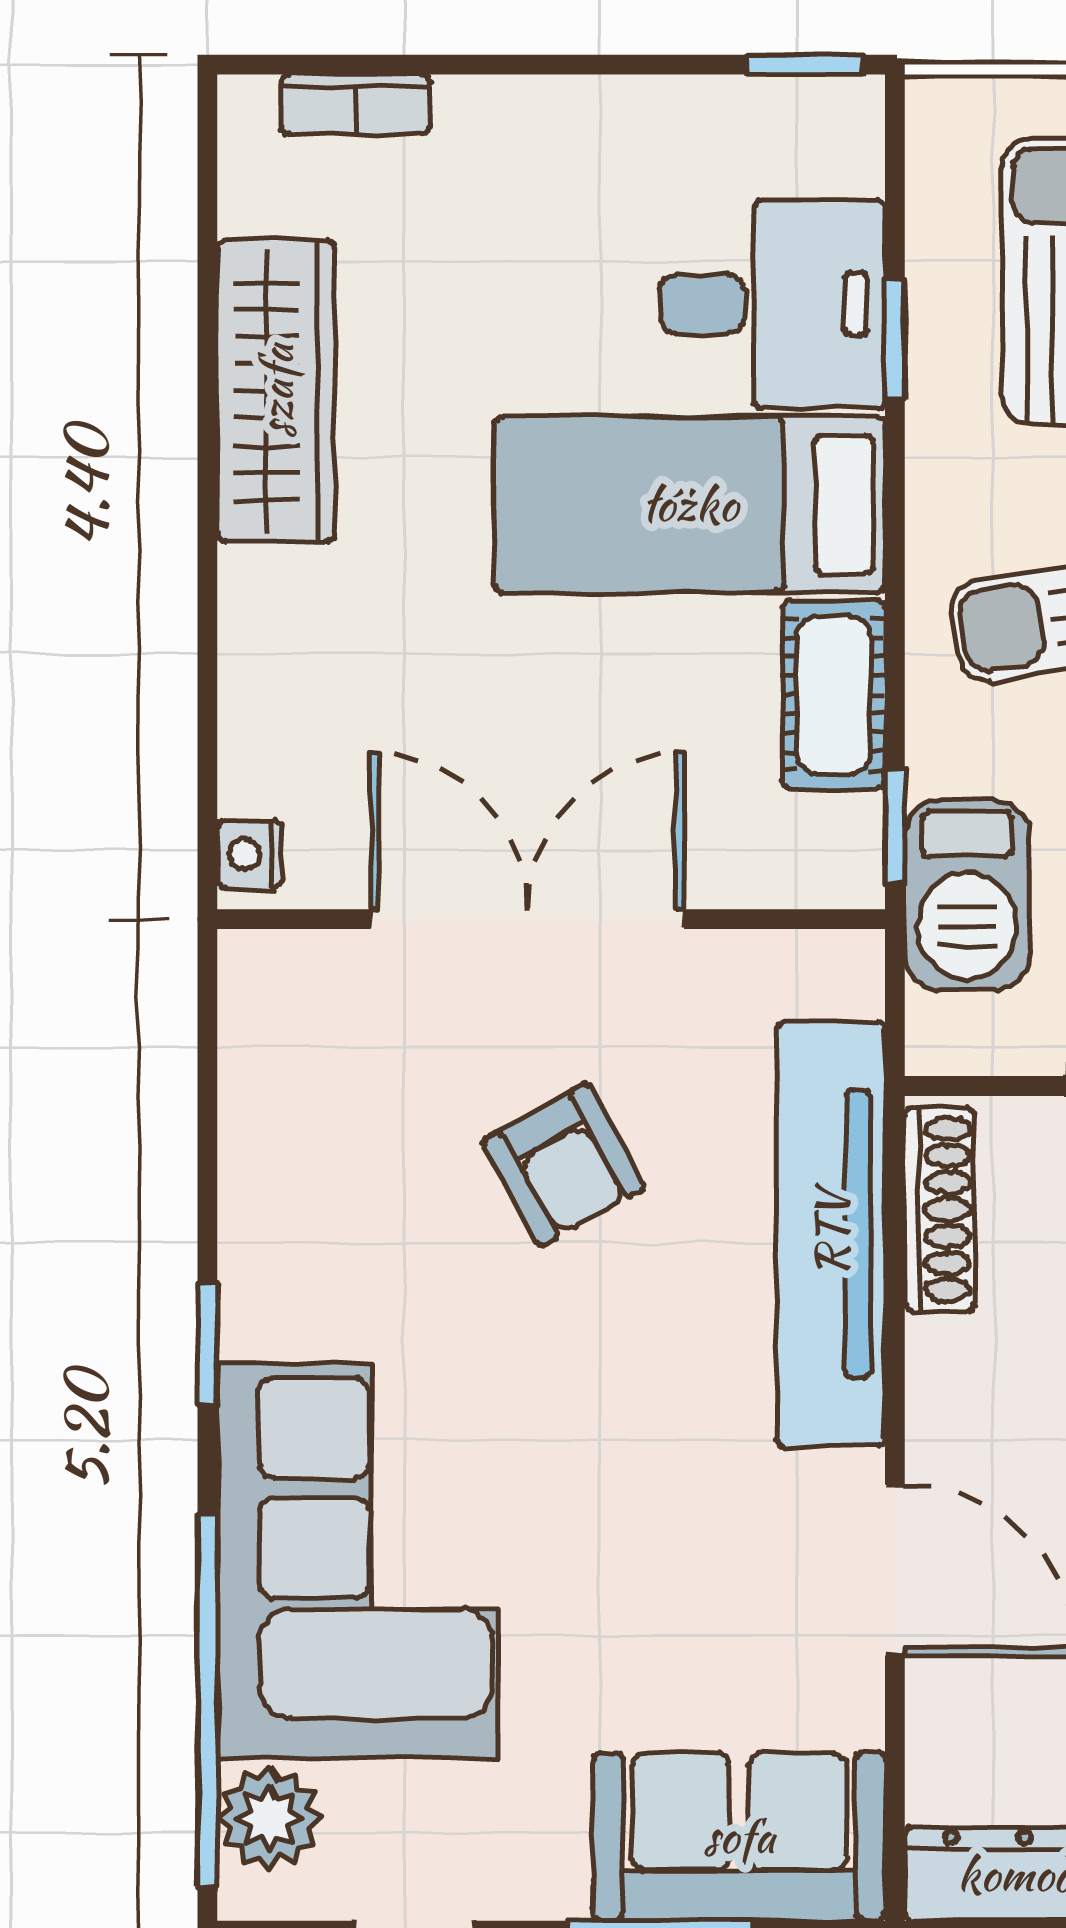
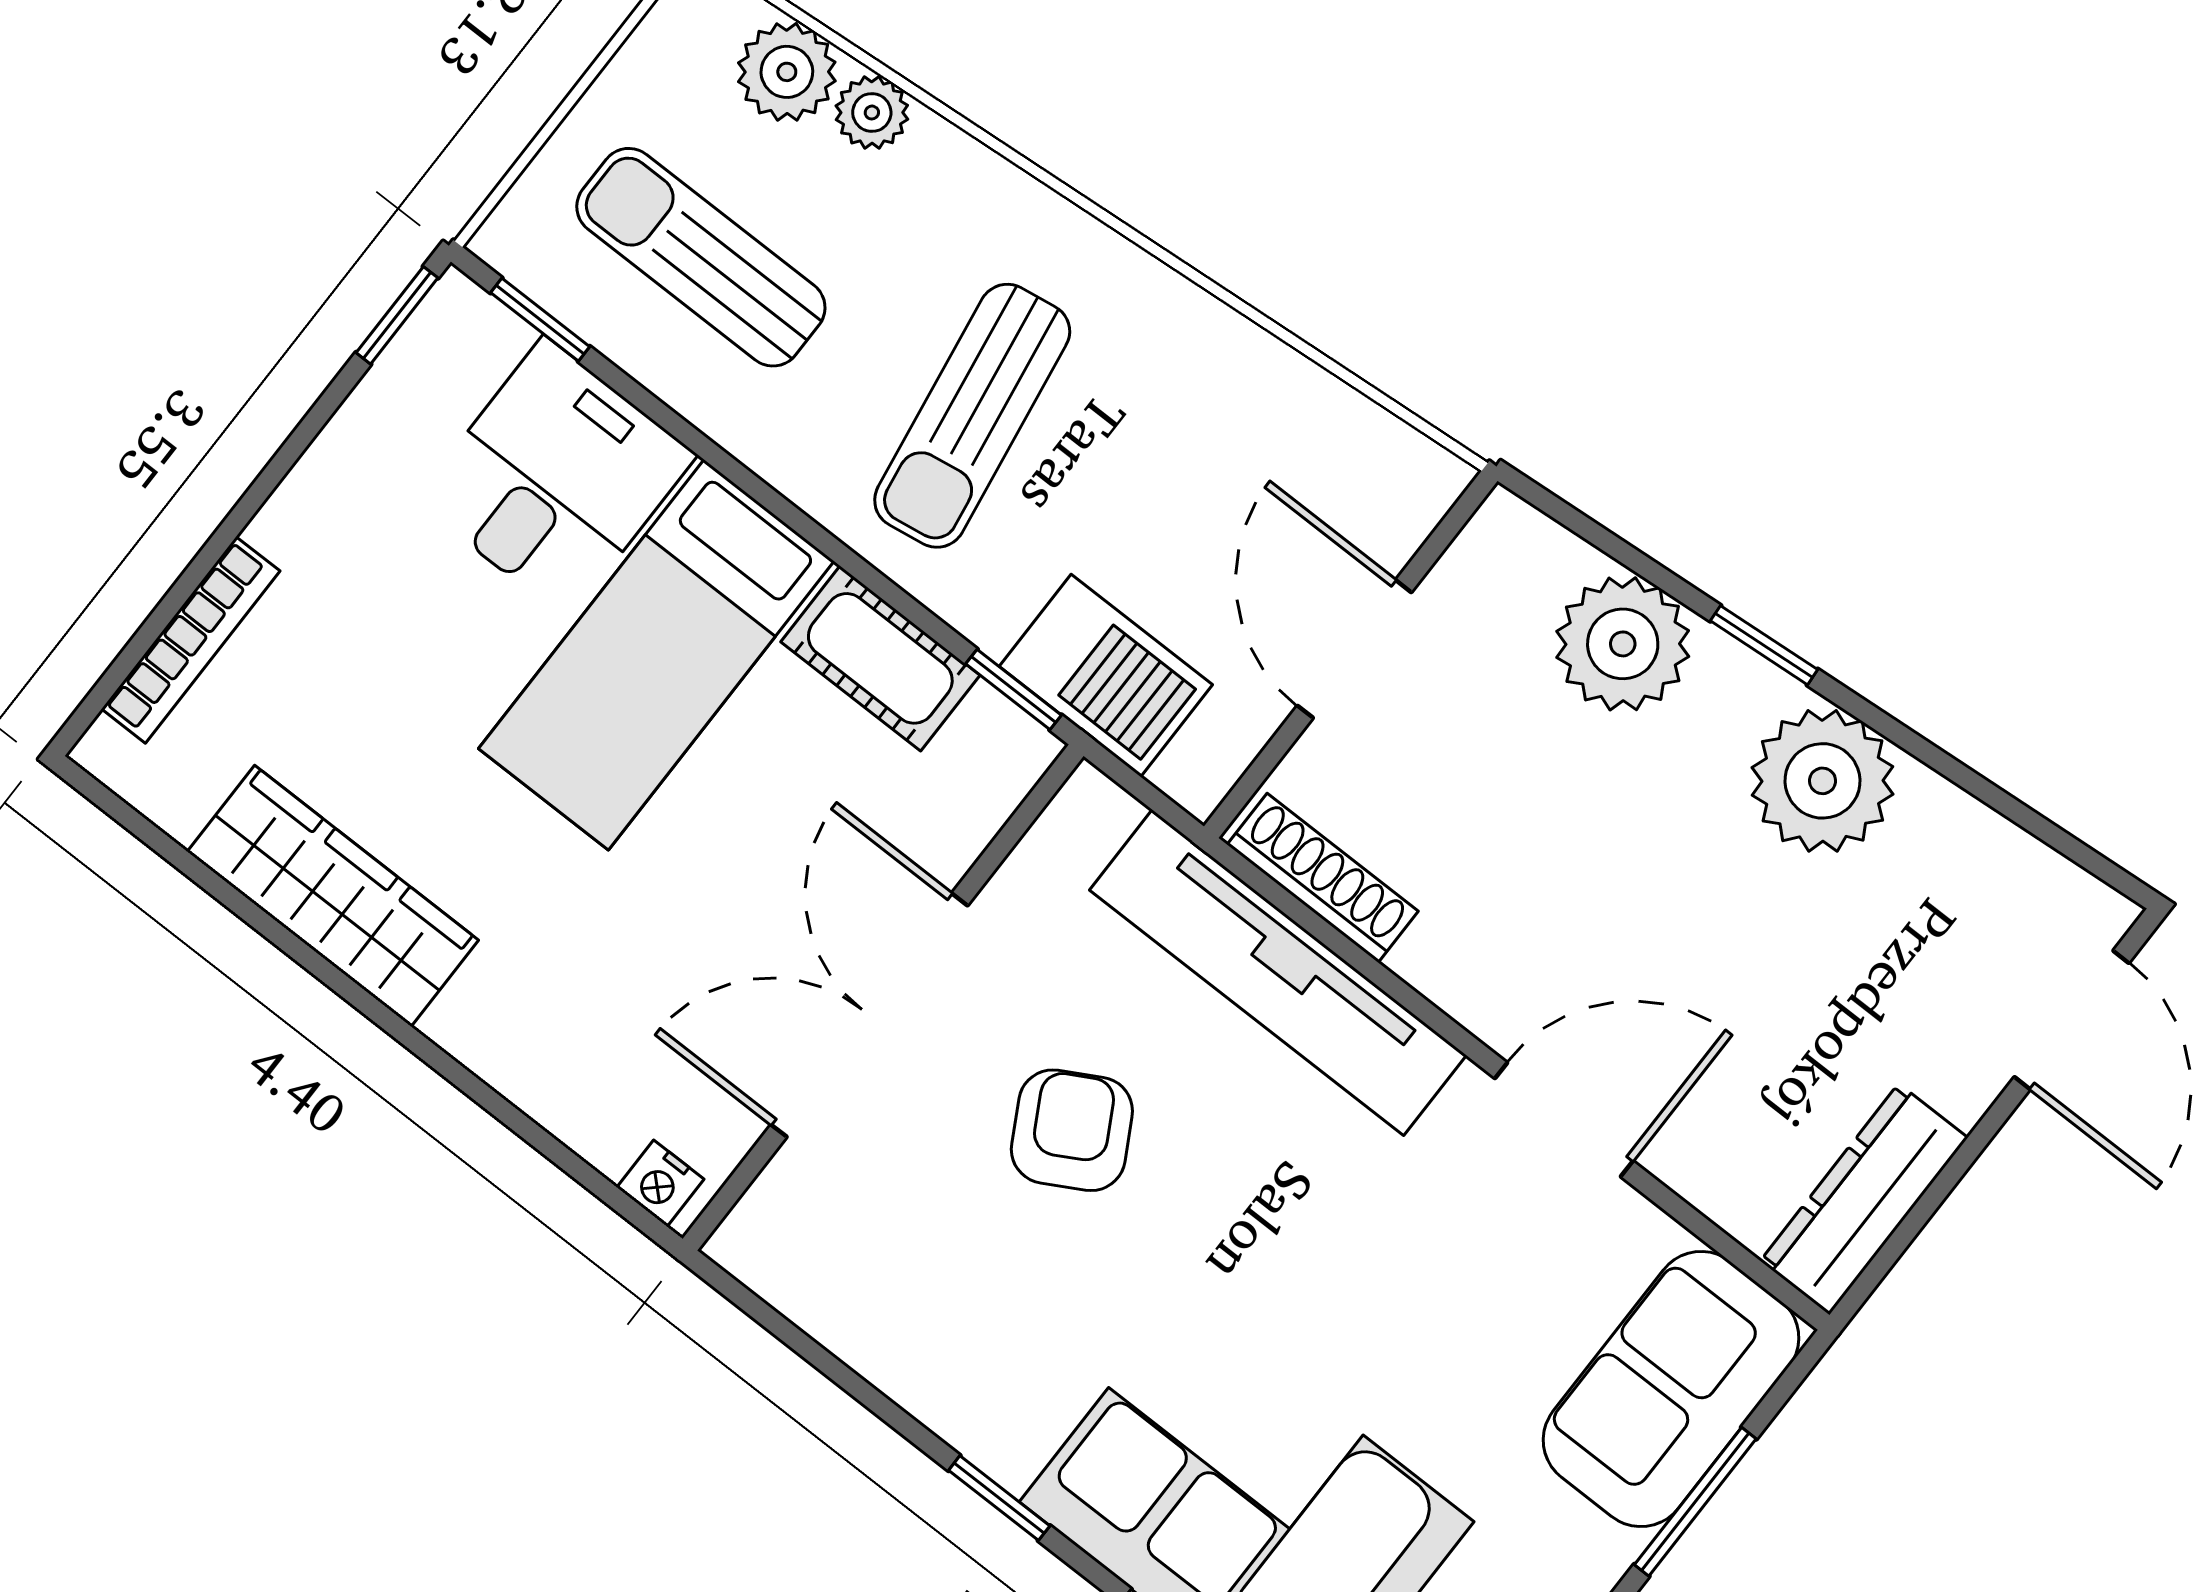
bookcase: (355, 104) -> (191, 640), width x1.56
window: (895, 340) -> (540, 320), moved
armchair: (564, 1165) -> (1072, 1130), turned -90

